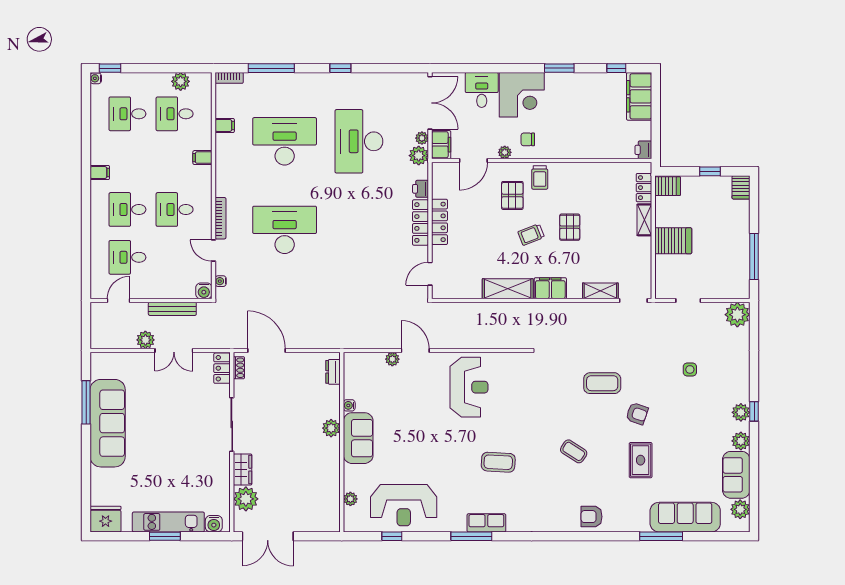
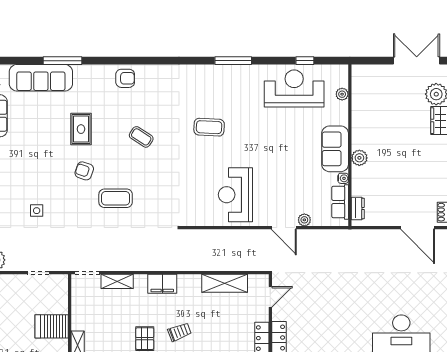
shelving: (508, 289) -> (225, 283), moved
row of seats: (486, 523) -> (340, 202), moved, turned 90

